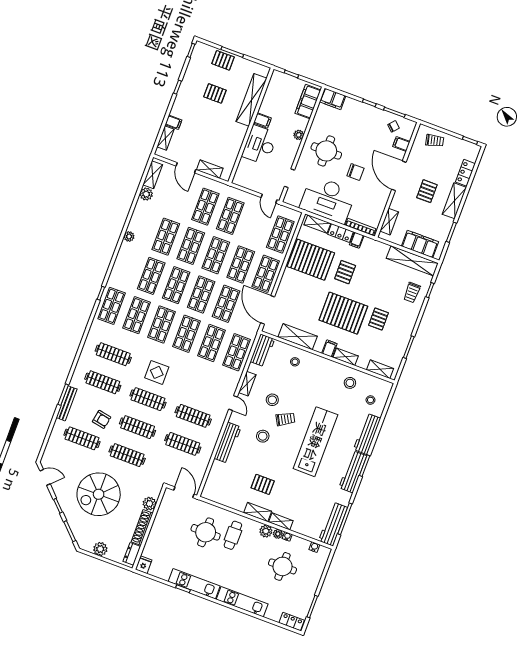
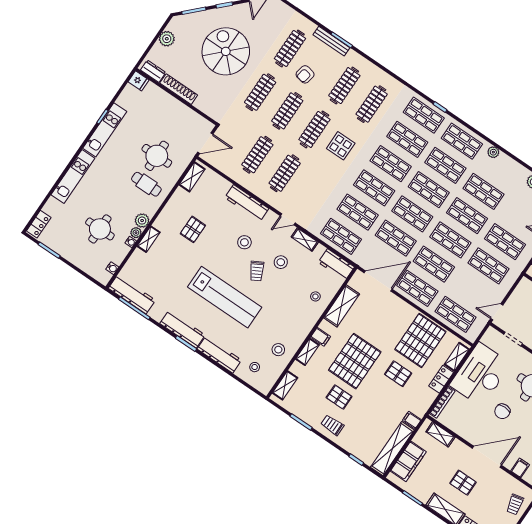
filing cabinet: (357, 240) -> (412, 420), moved
shop shelf: (126, 267) -> (462, 141), added
trolley: (412, 292) -> (332, 425), moved
plant: (149, 504) -> (202, 103), removed
shelving: (258, 512) -> (192, 177), moved

